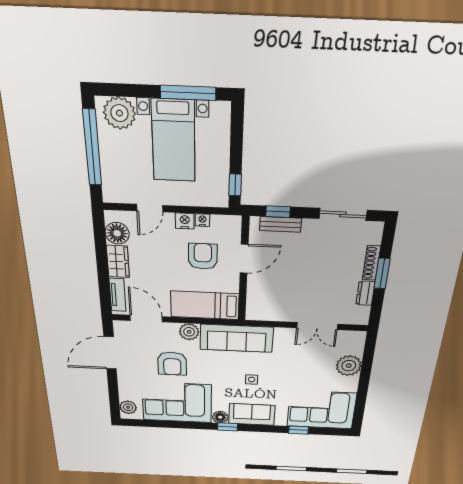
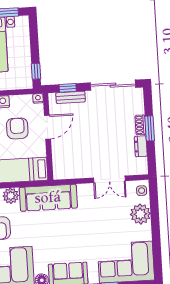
sliding door: (343, 214) -> (113, 85), width x1.37
nightstand: (202, 220) -> (38, 98), moved
shoe rack: (372, 263) -> (140, 125), width x0.70
side table: (252, 379) -> (142, 191), moved

